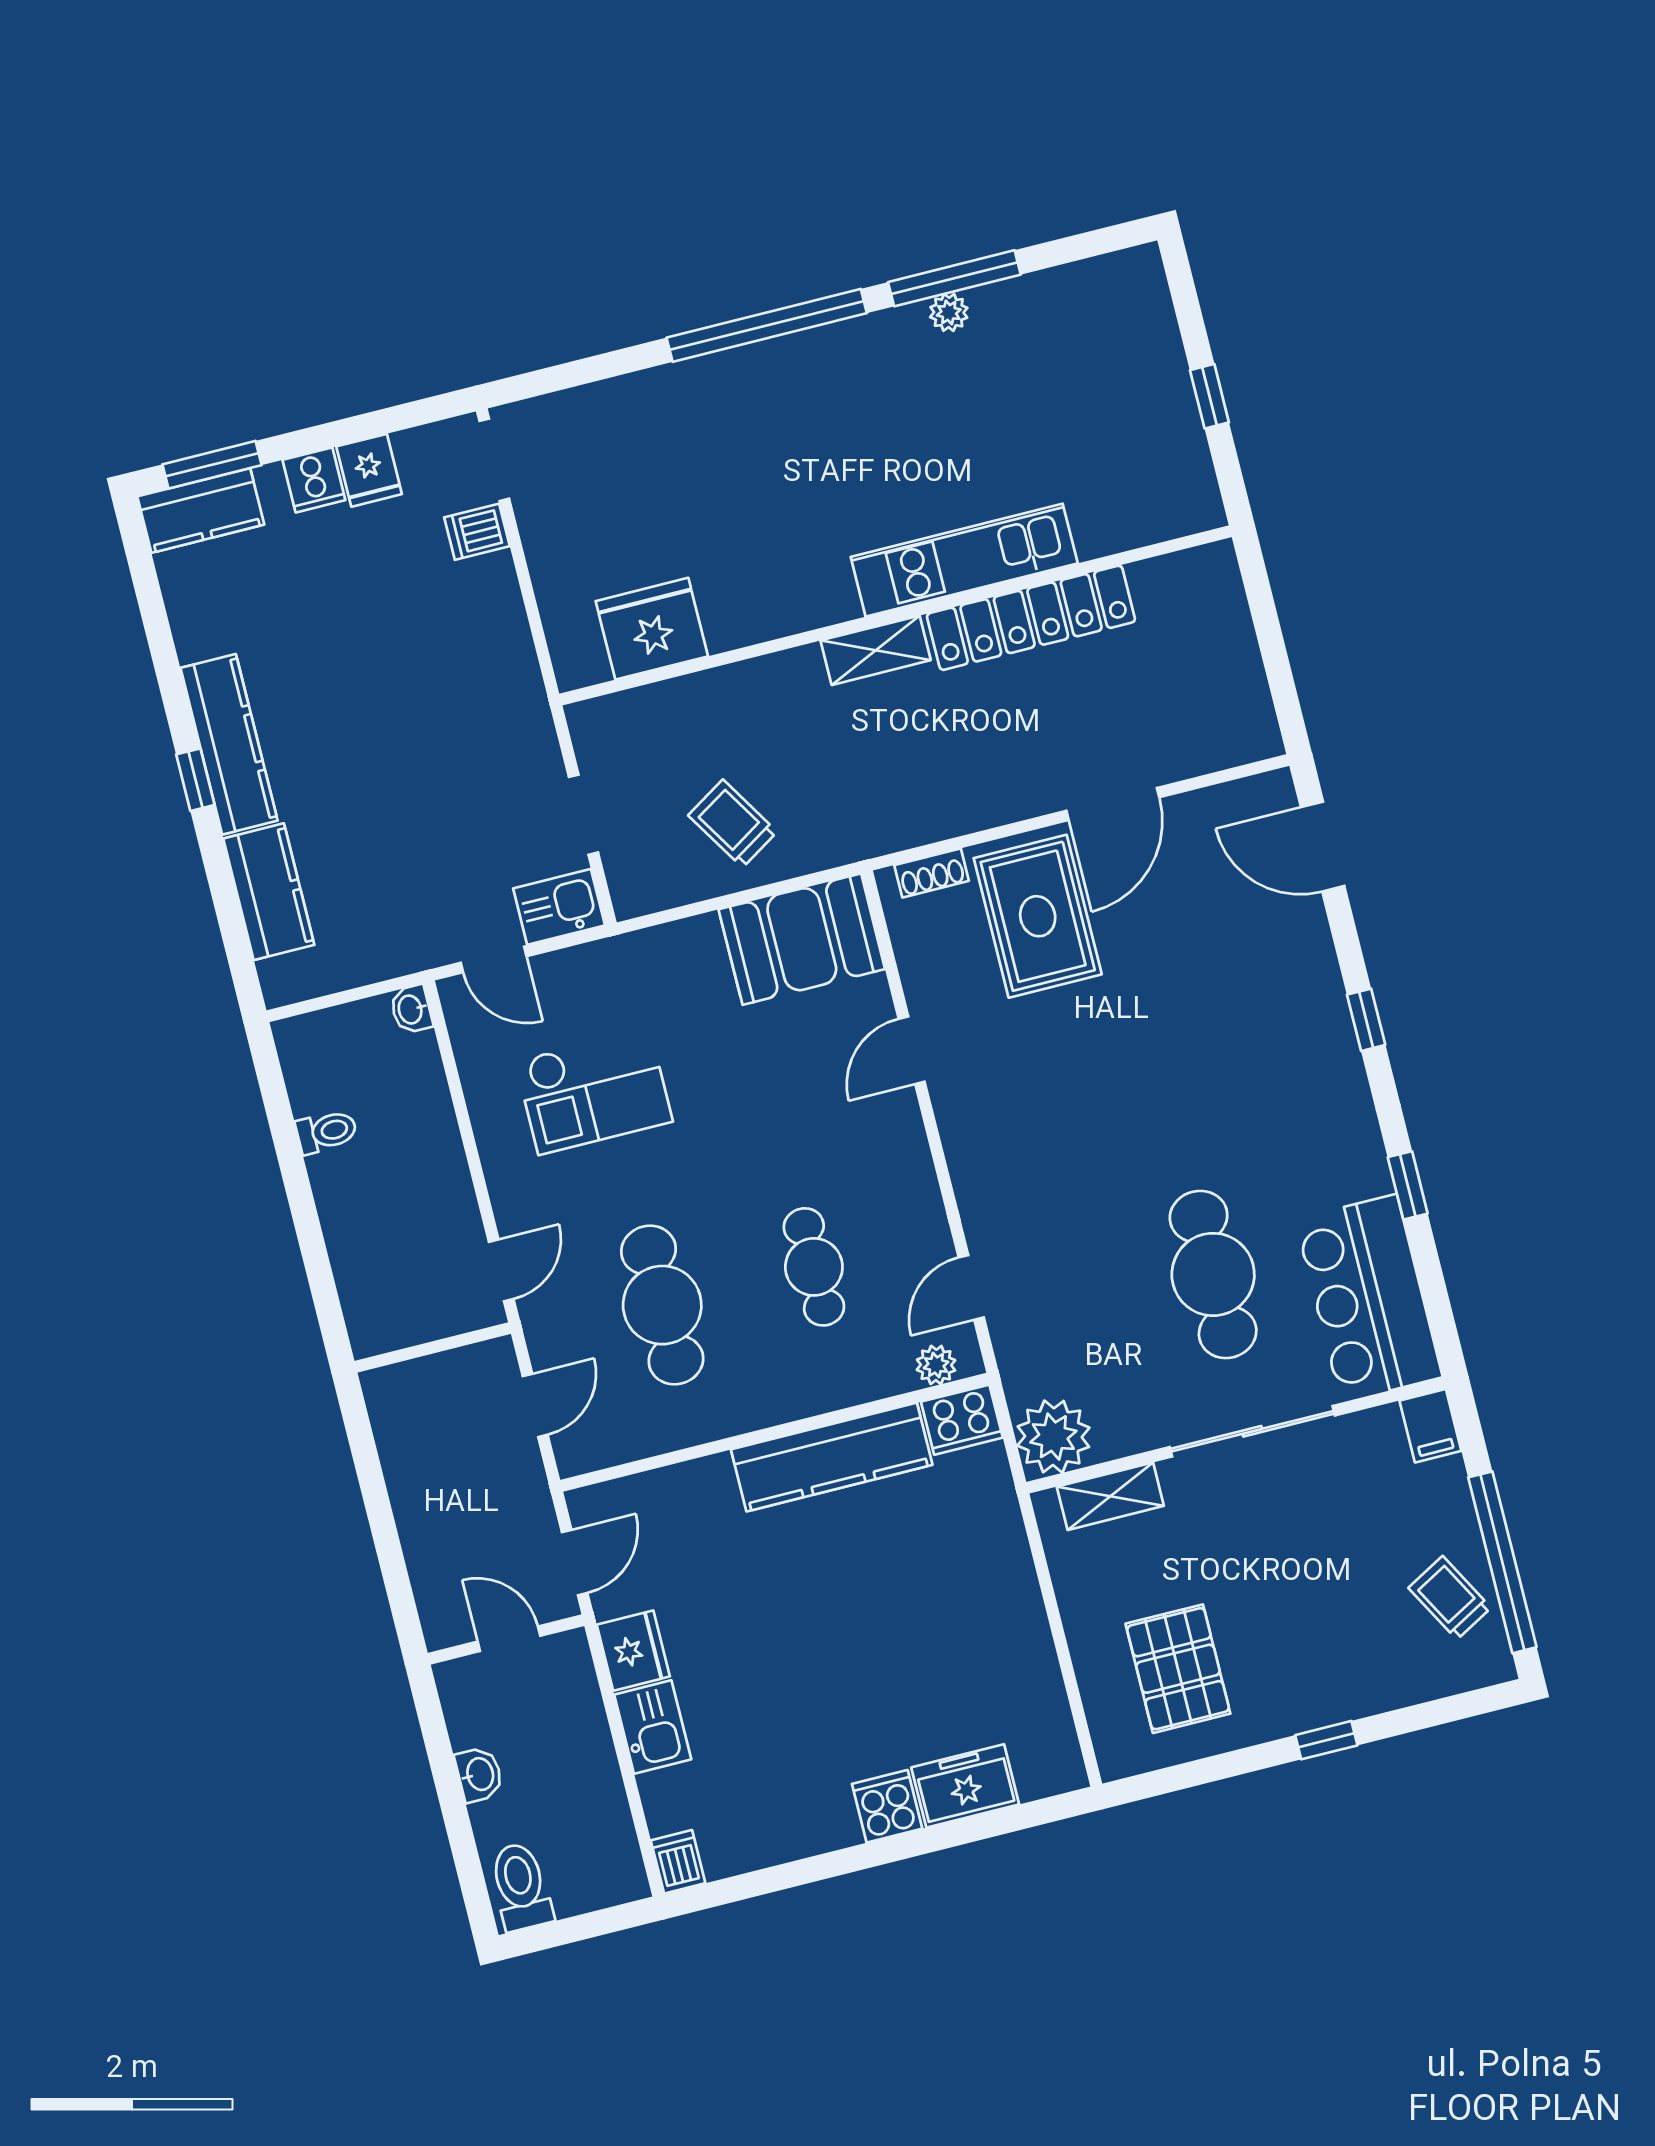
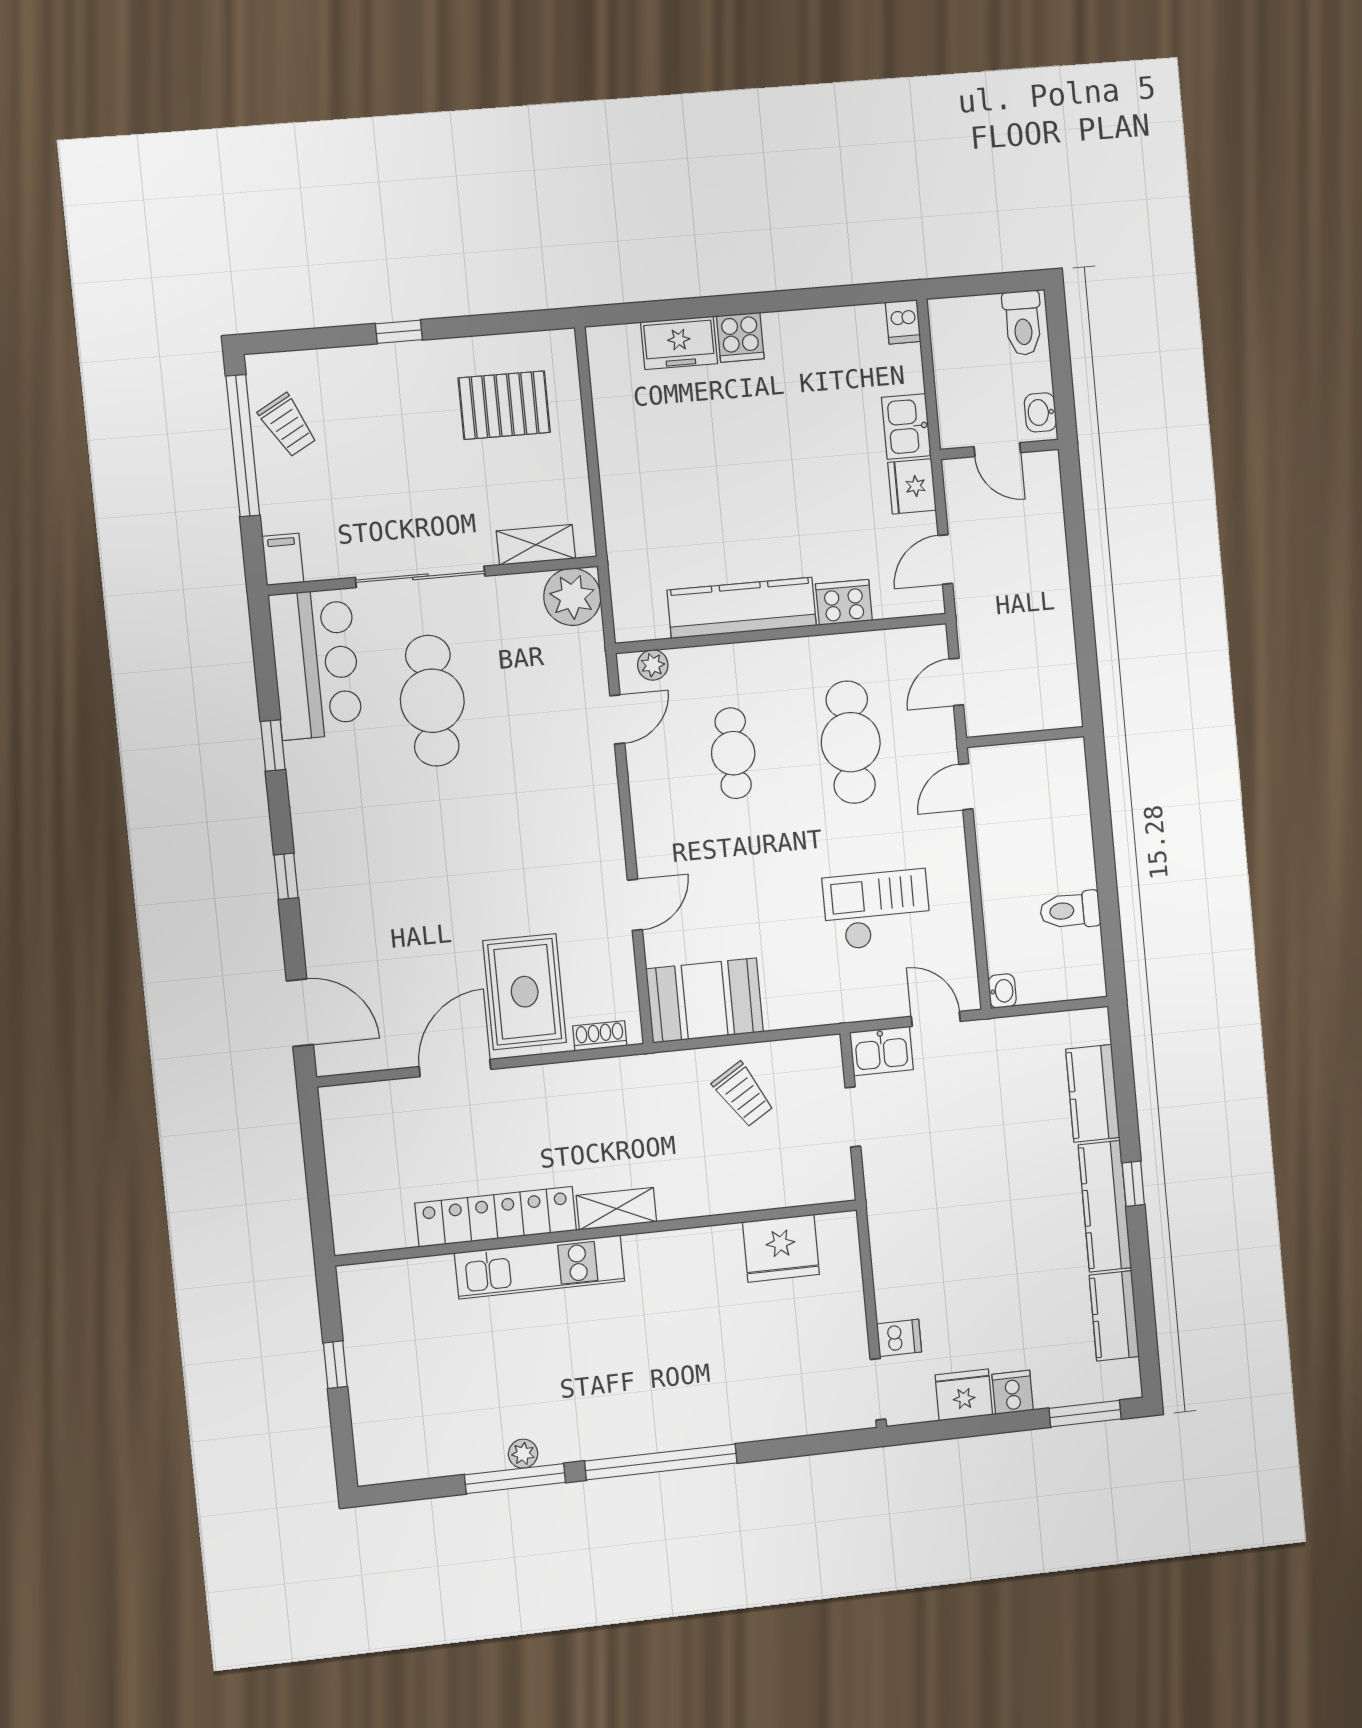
fridge: (369, 470) -> (964, 1395), width x1.38
kitchen counter: (201, 511) -> (1114, 1316), moved, turned -90
toilet: (326, 1132) -> (1070, 910), width x1.37, depth x1.39
cooker: (962, 1420) -> (844, 602), moved
wall: (506, 1639) -> (999, 449), moved
door: (509, 1639) -> (997, 450), moved
pallet: (1178, 1669) -> (504, 405), turned 90

